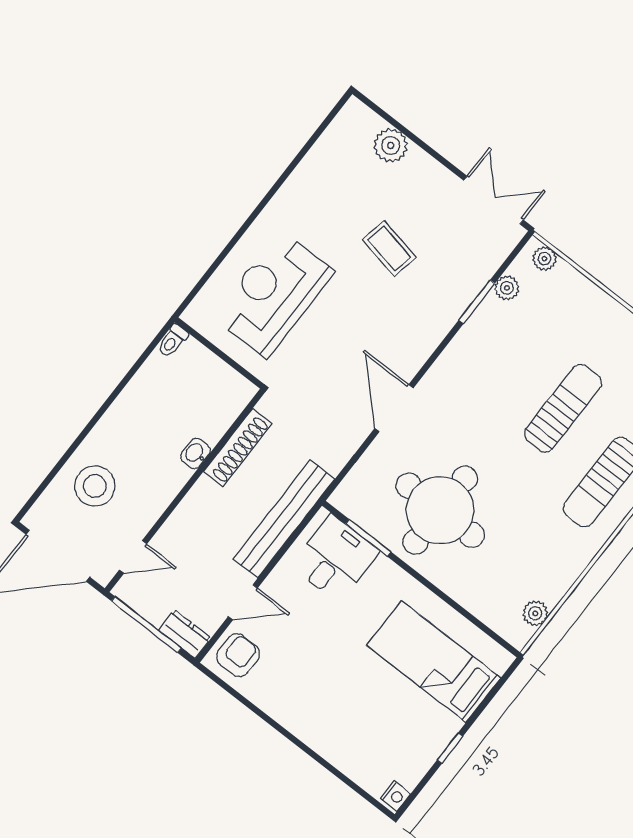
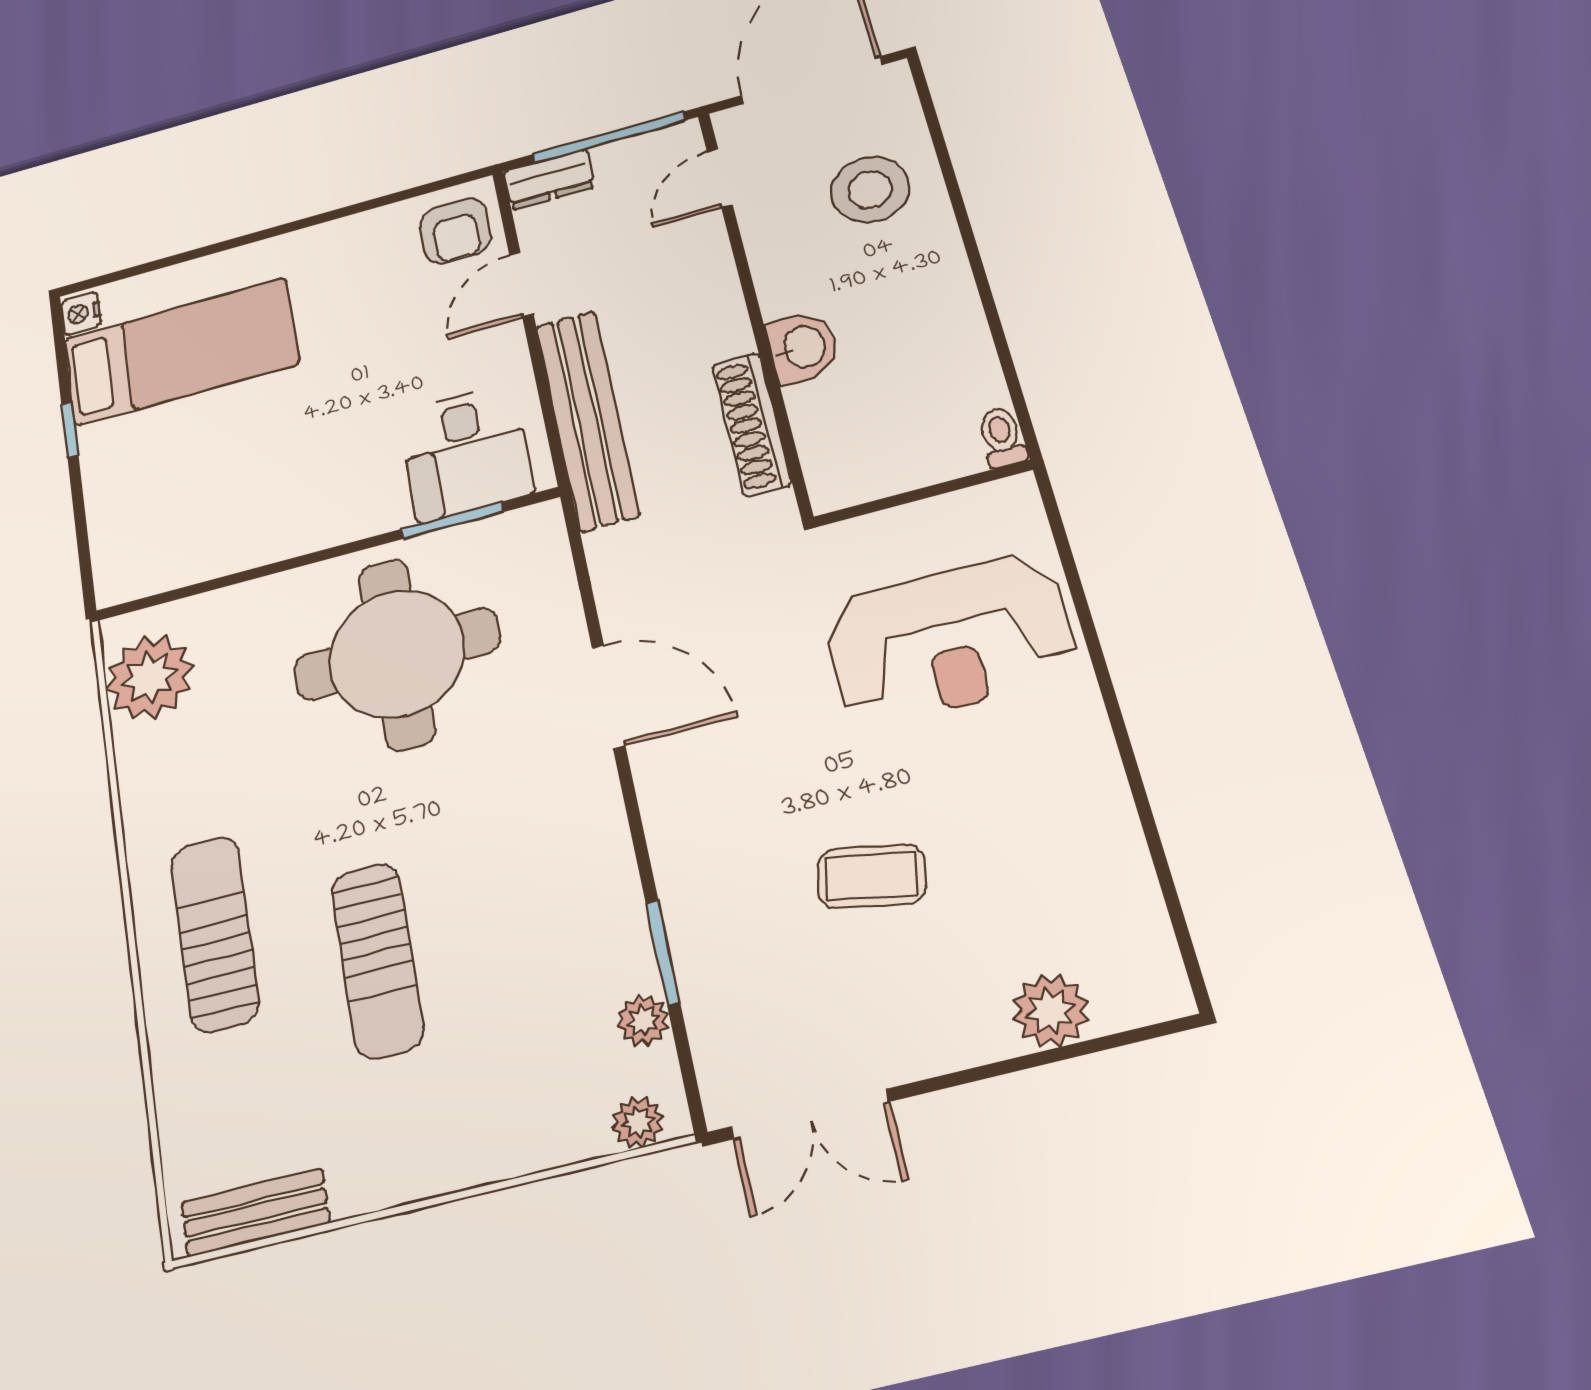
reception desk: (274, 294) -> (949, 639), turned 90
washbasin: (196, 454) -> (803, 347), width x1.38, depth x1.45
plant: (535, 613) -> (149, 678), width x1.88, depth x1.88
bed: (434, 662) -> (181, 352), moved

